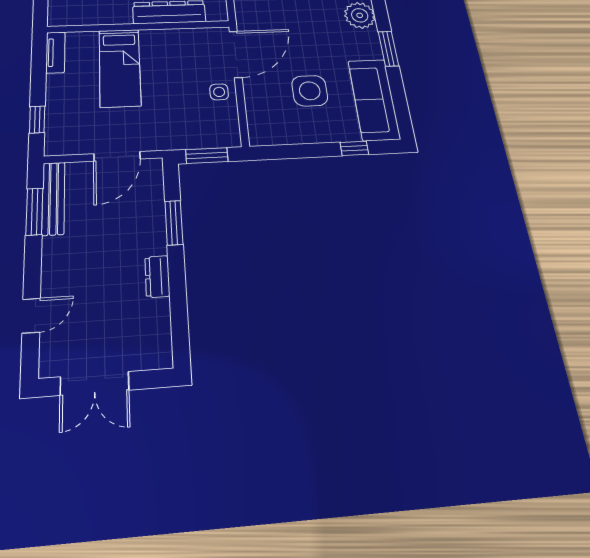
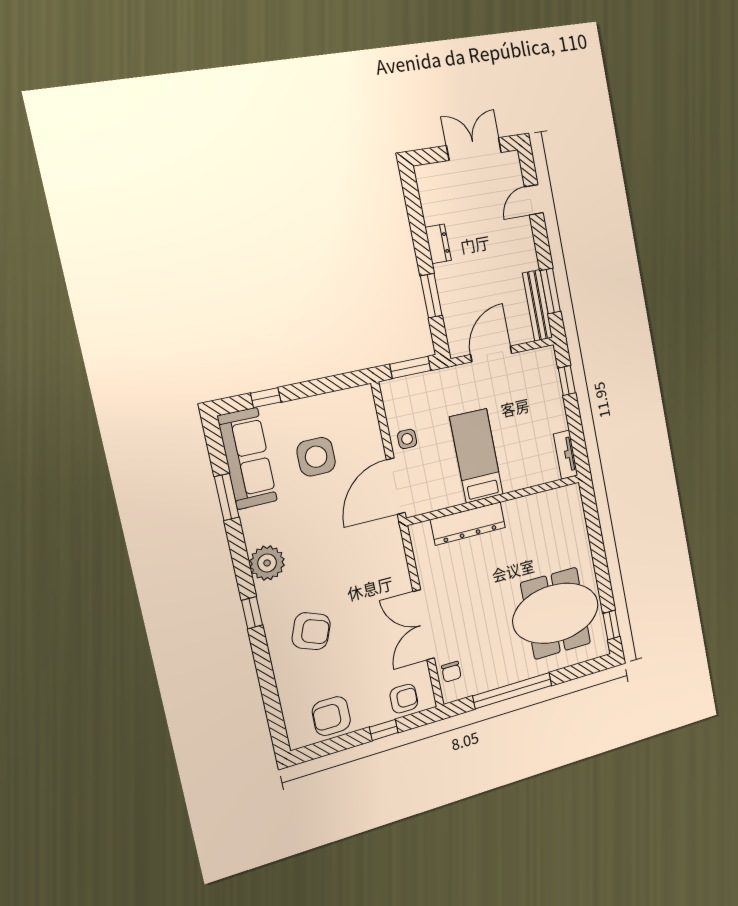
window: (388, 49) -> (227, 497), moved
bed: (120, 68) -> (476, 456), moved

